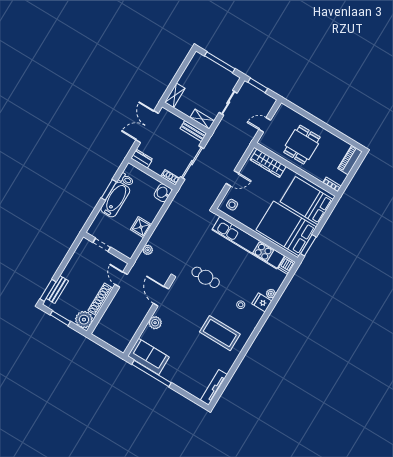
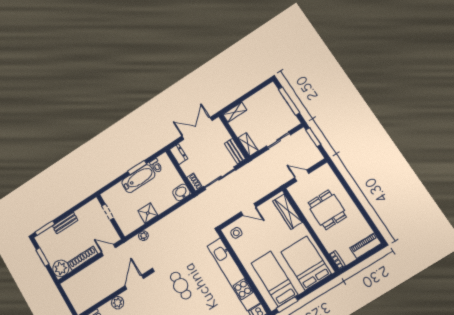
dining table: (302, 145) -> (327, 210), turned 90
bed: (286, 228) -> (274, 279), width x0.67
door: (121, 279) -> (108, 250), hinge flipped
bench: (57, 290) -> (65, 223), moved

